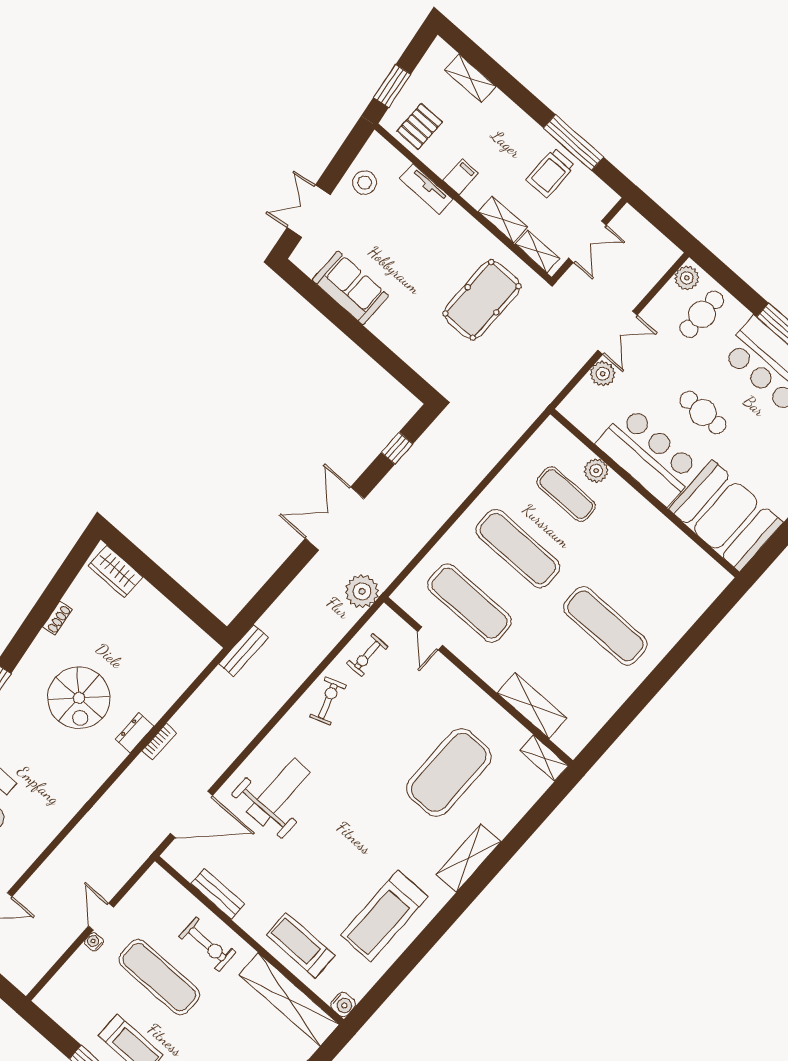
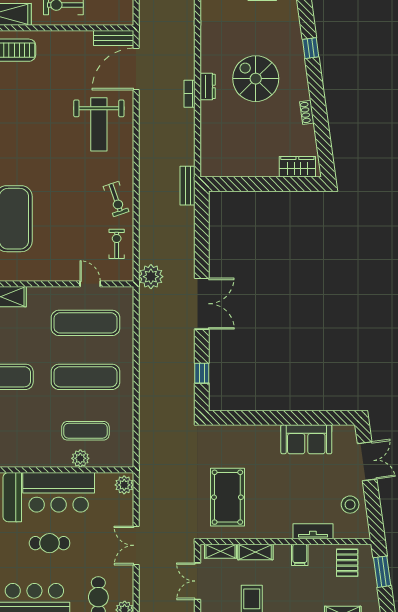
plant: (603, 374) -> (124, 485), moved
bench: (218, 894) -> (114, 38), moved

